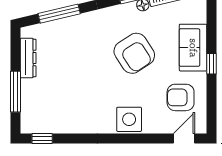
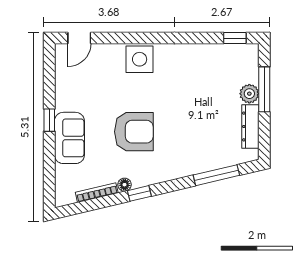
armchair: (134, 53) -> (134, 132), turned 123
plant: (29, 88) -> (249, 94), added
armchair: (181, 97) -> (83, 83), removed

